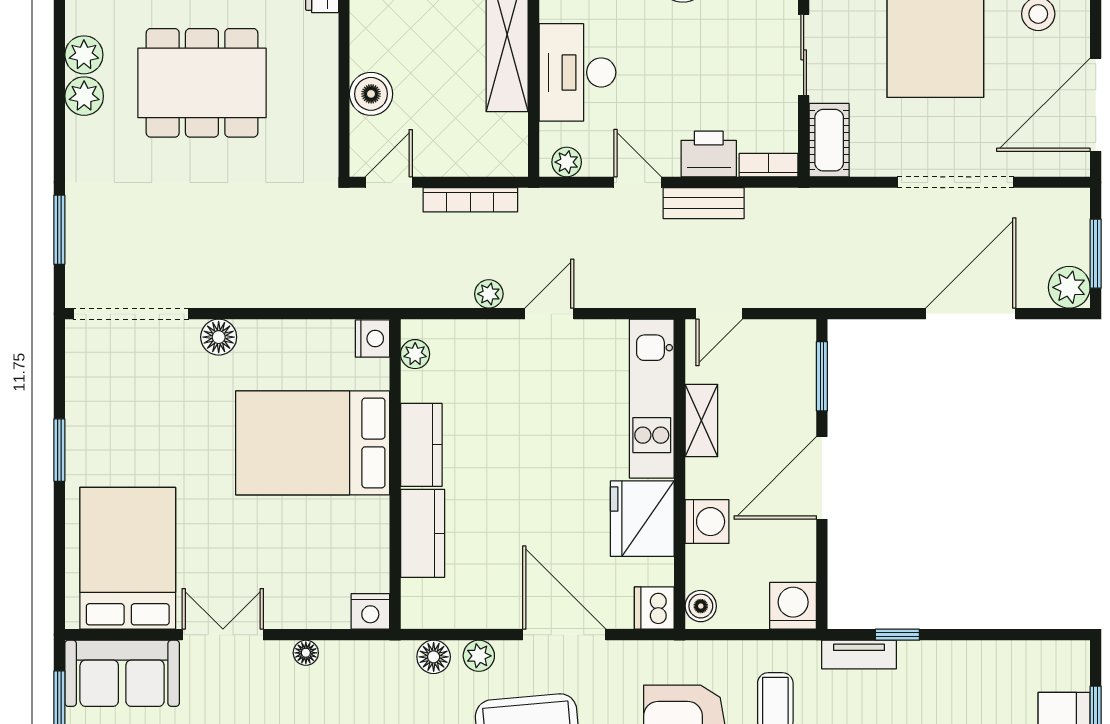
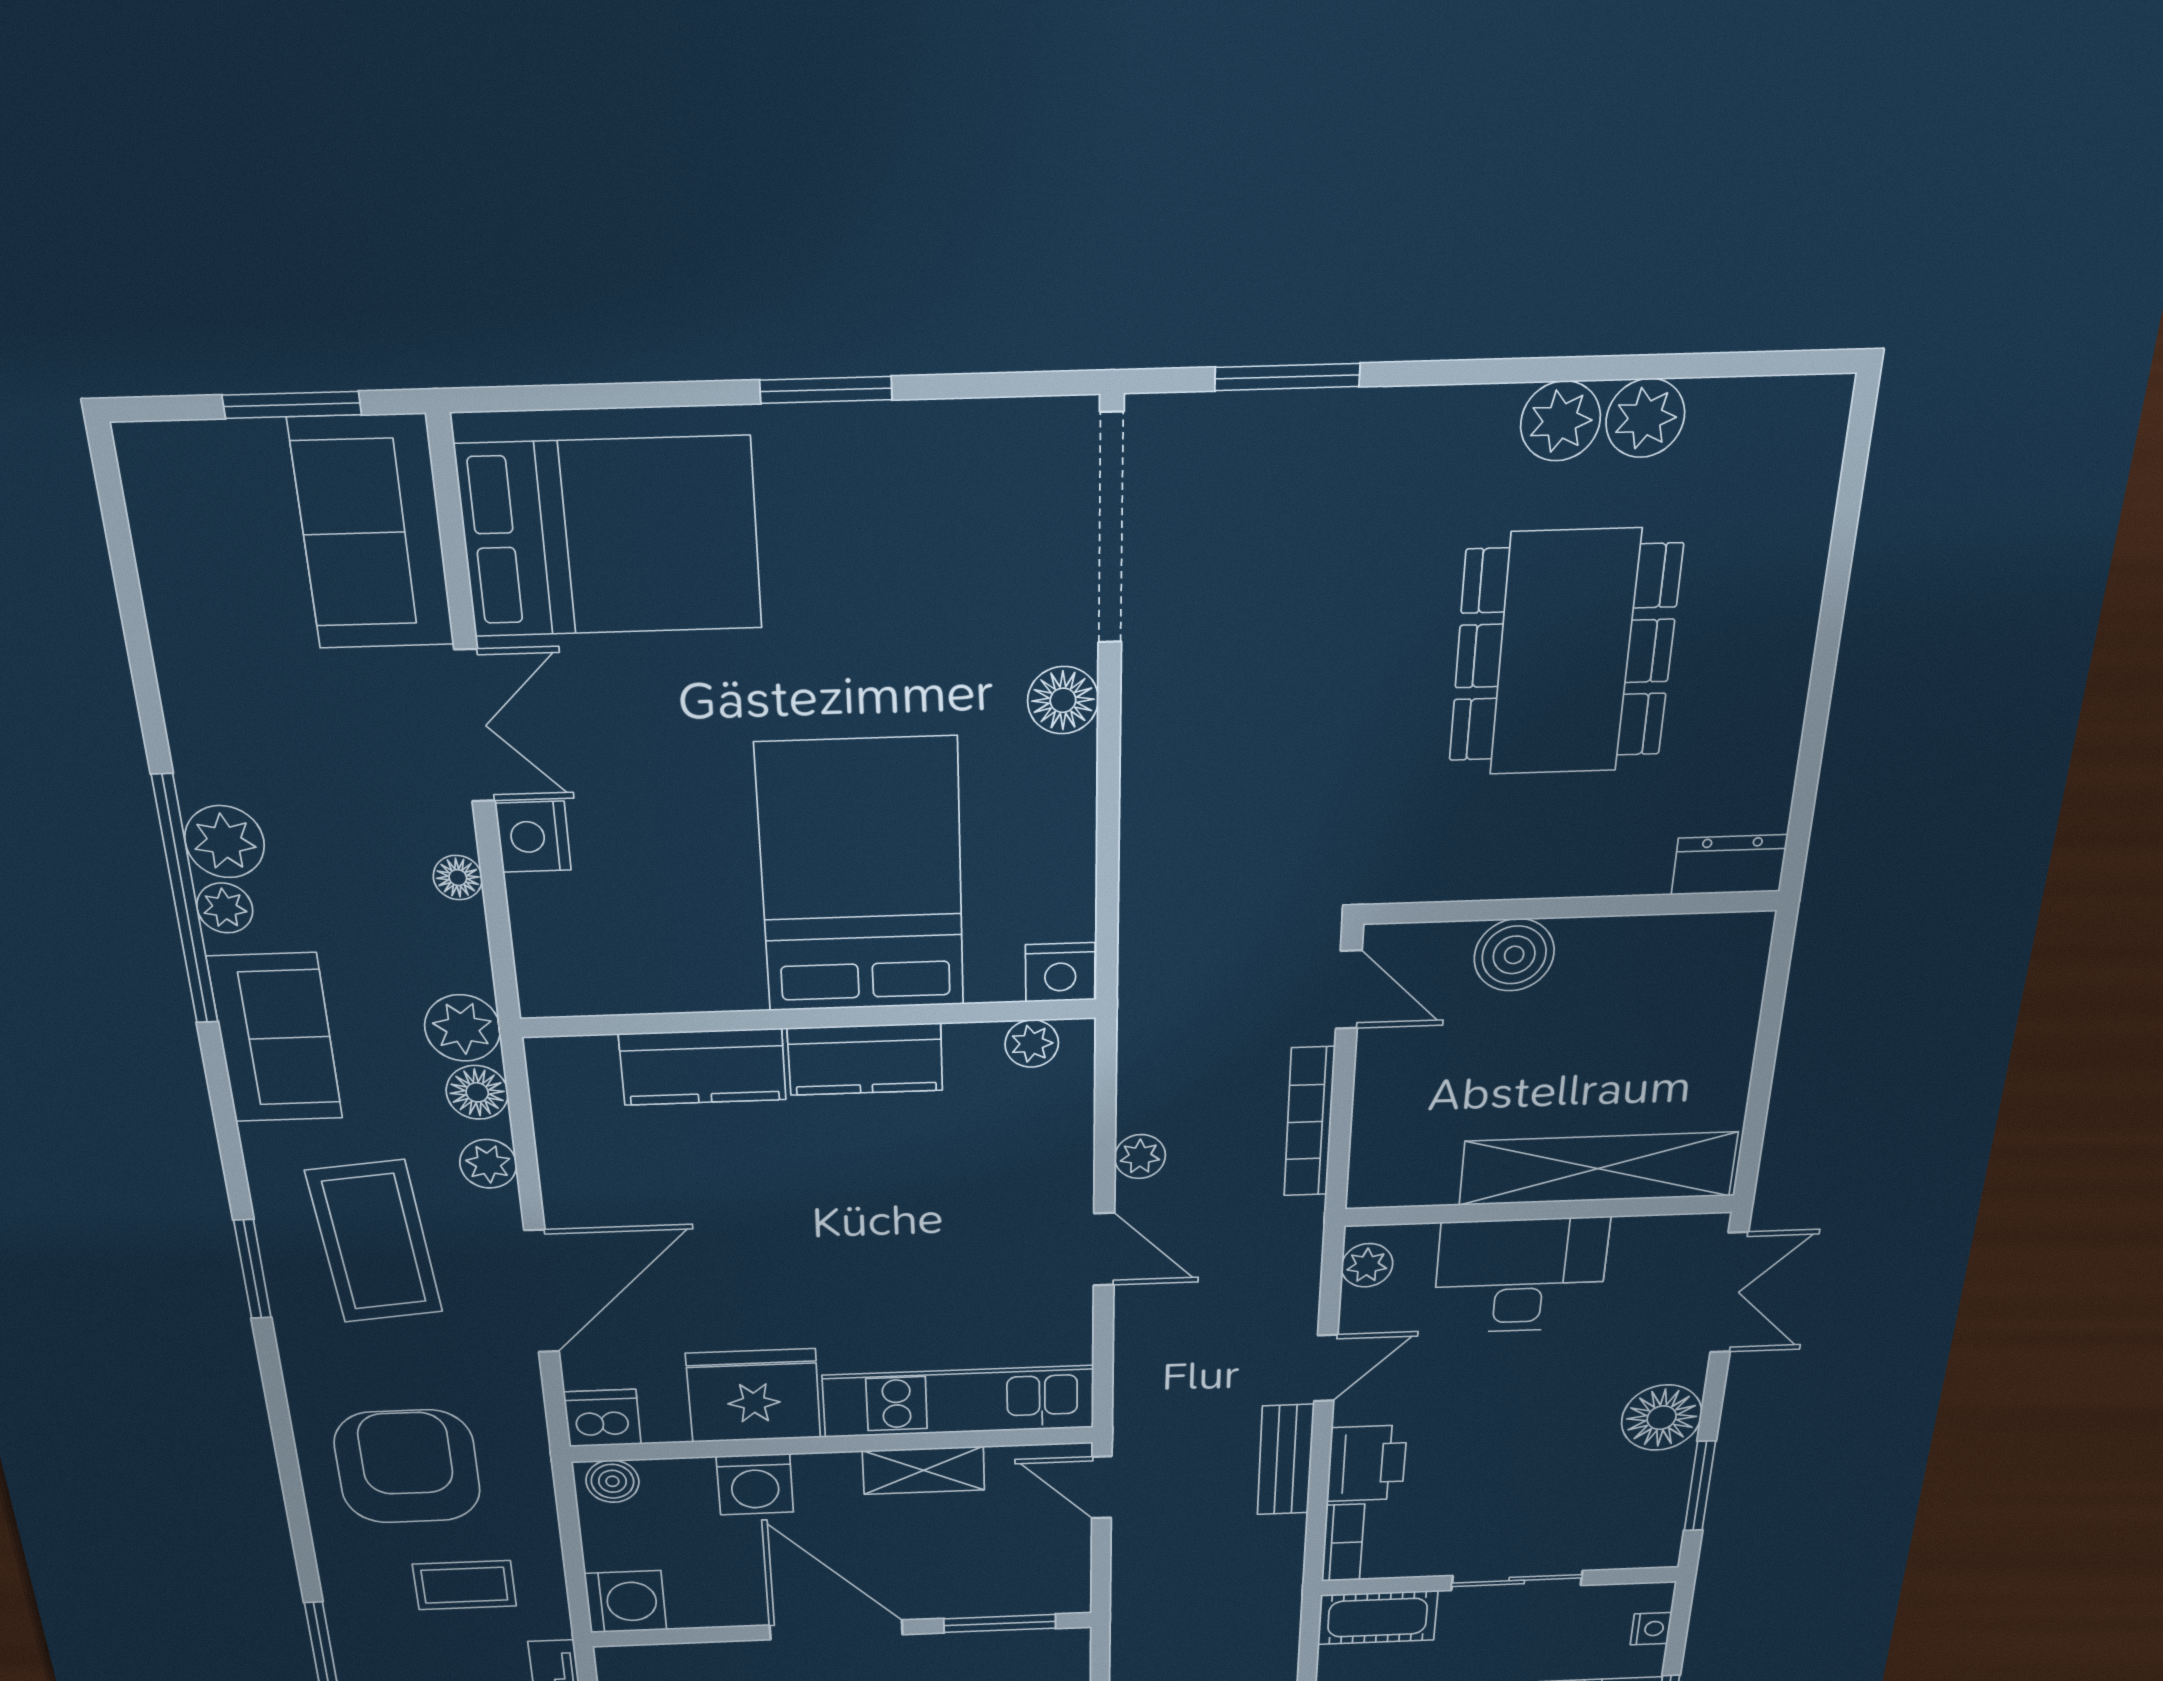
nightstand: (370, 611) -> (533, 837), moved
plant: (394, 660) -> (463, 1028), added

